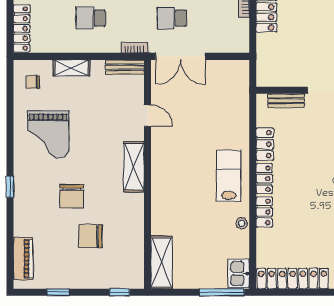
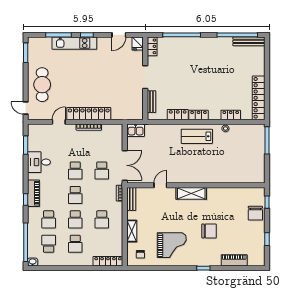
locker: (264, 212) -> (231, 115), moved
chair: (90, 236) -> (255, 213), moved
piano: (23, 259) -> (234, 260), moved
shelving: (161, 262) -> (249, 177), removed
kitchen sink: (239, 274) -> (136, 130), moved

